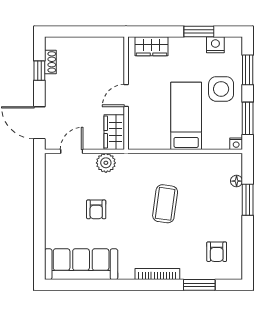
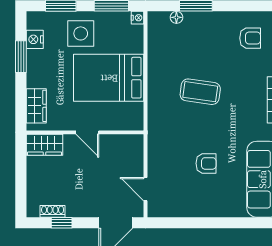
bed: (186, 116) -> (109, 78), width x1.50
wardrobe: (114, 132) -> (44, 145), moved
plant: (106, 163) -> (157, 153), removed

